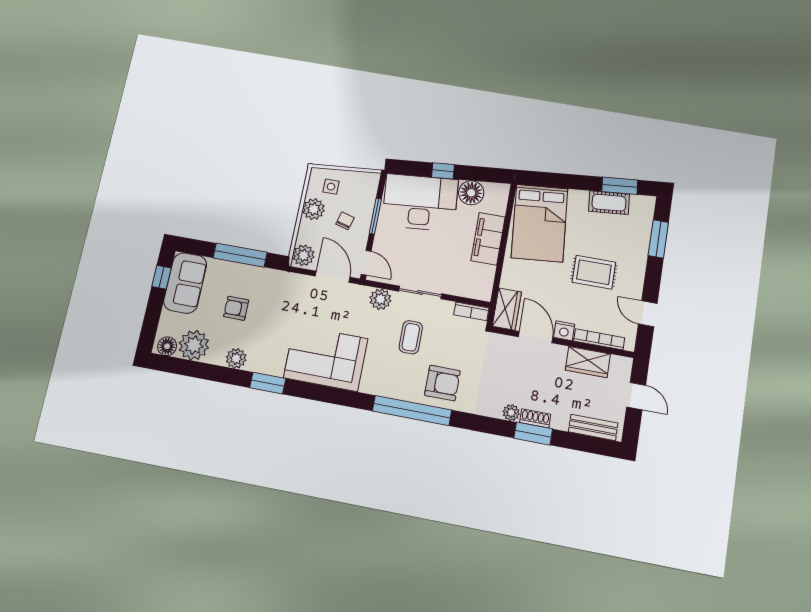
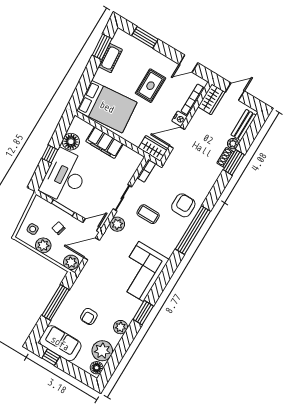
wardrobe: (588, 362) -> (211, 99), moved
plant: (511, 413) -> (233, 144), moved

